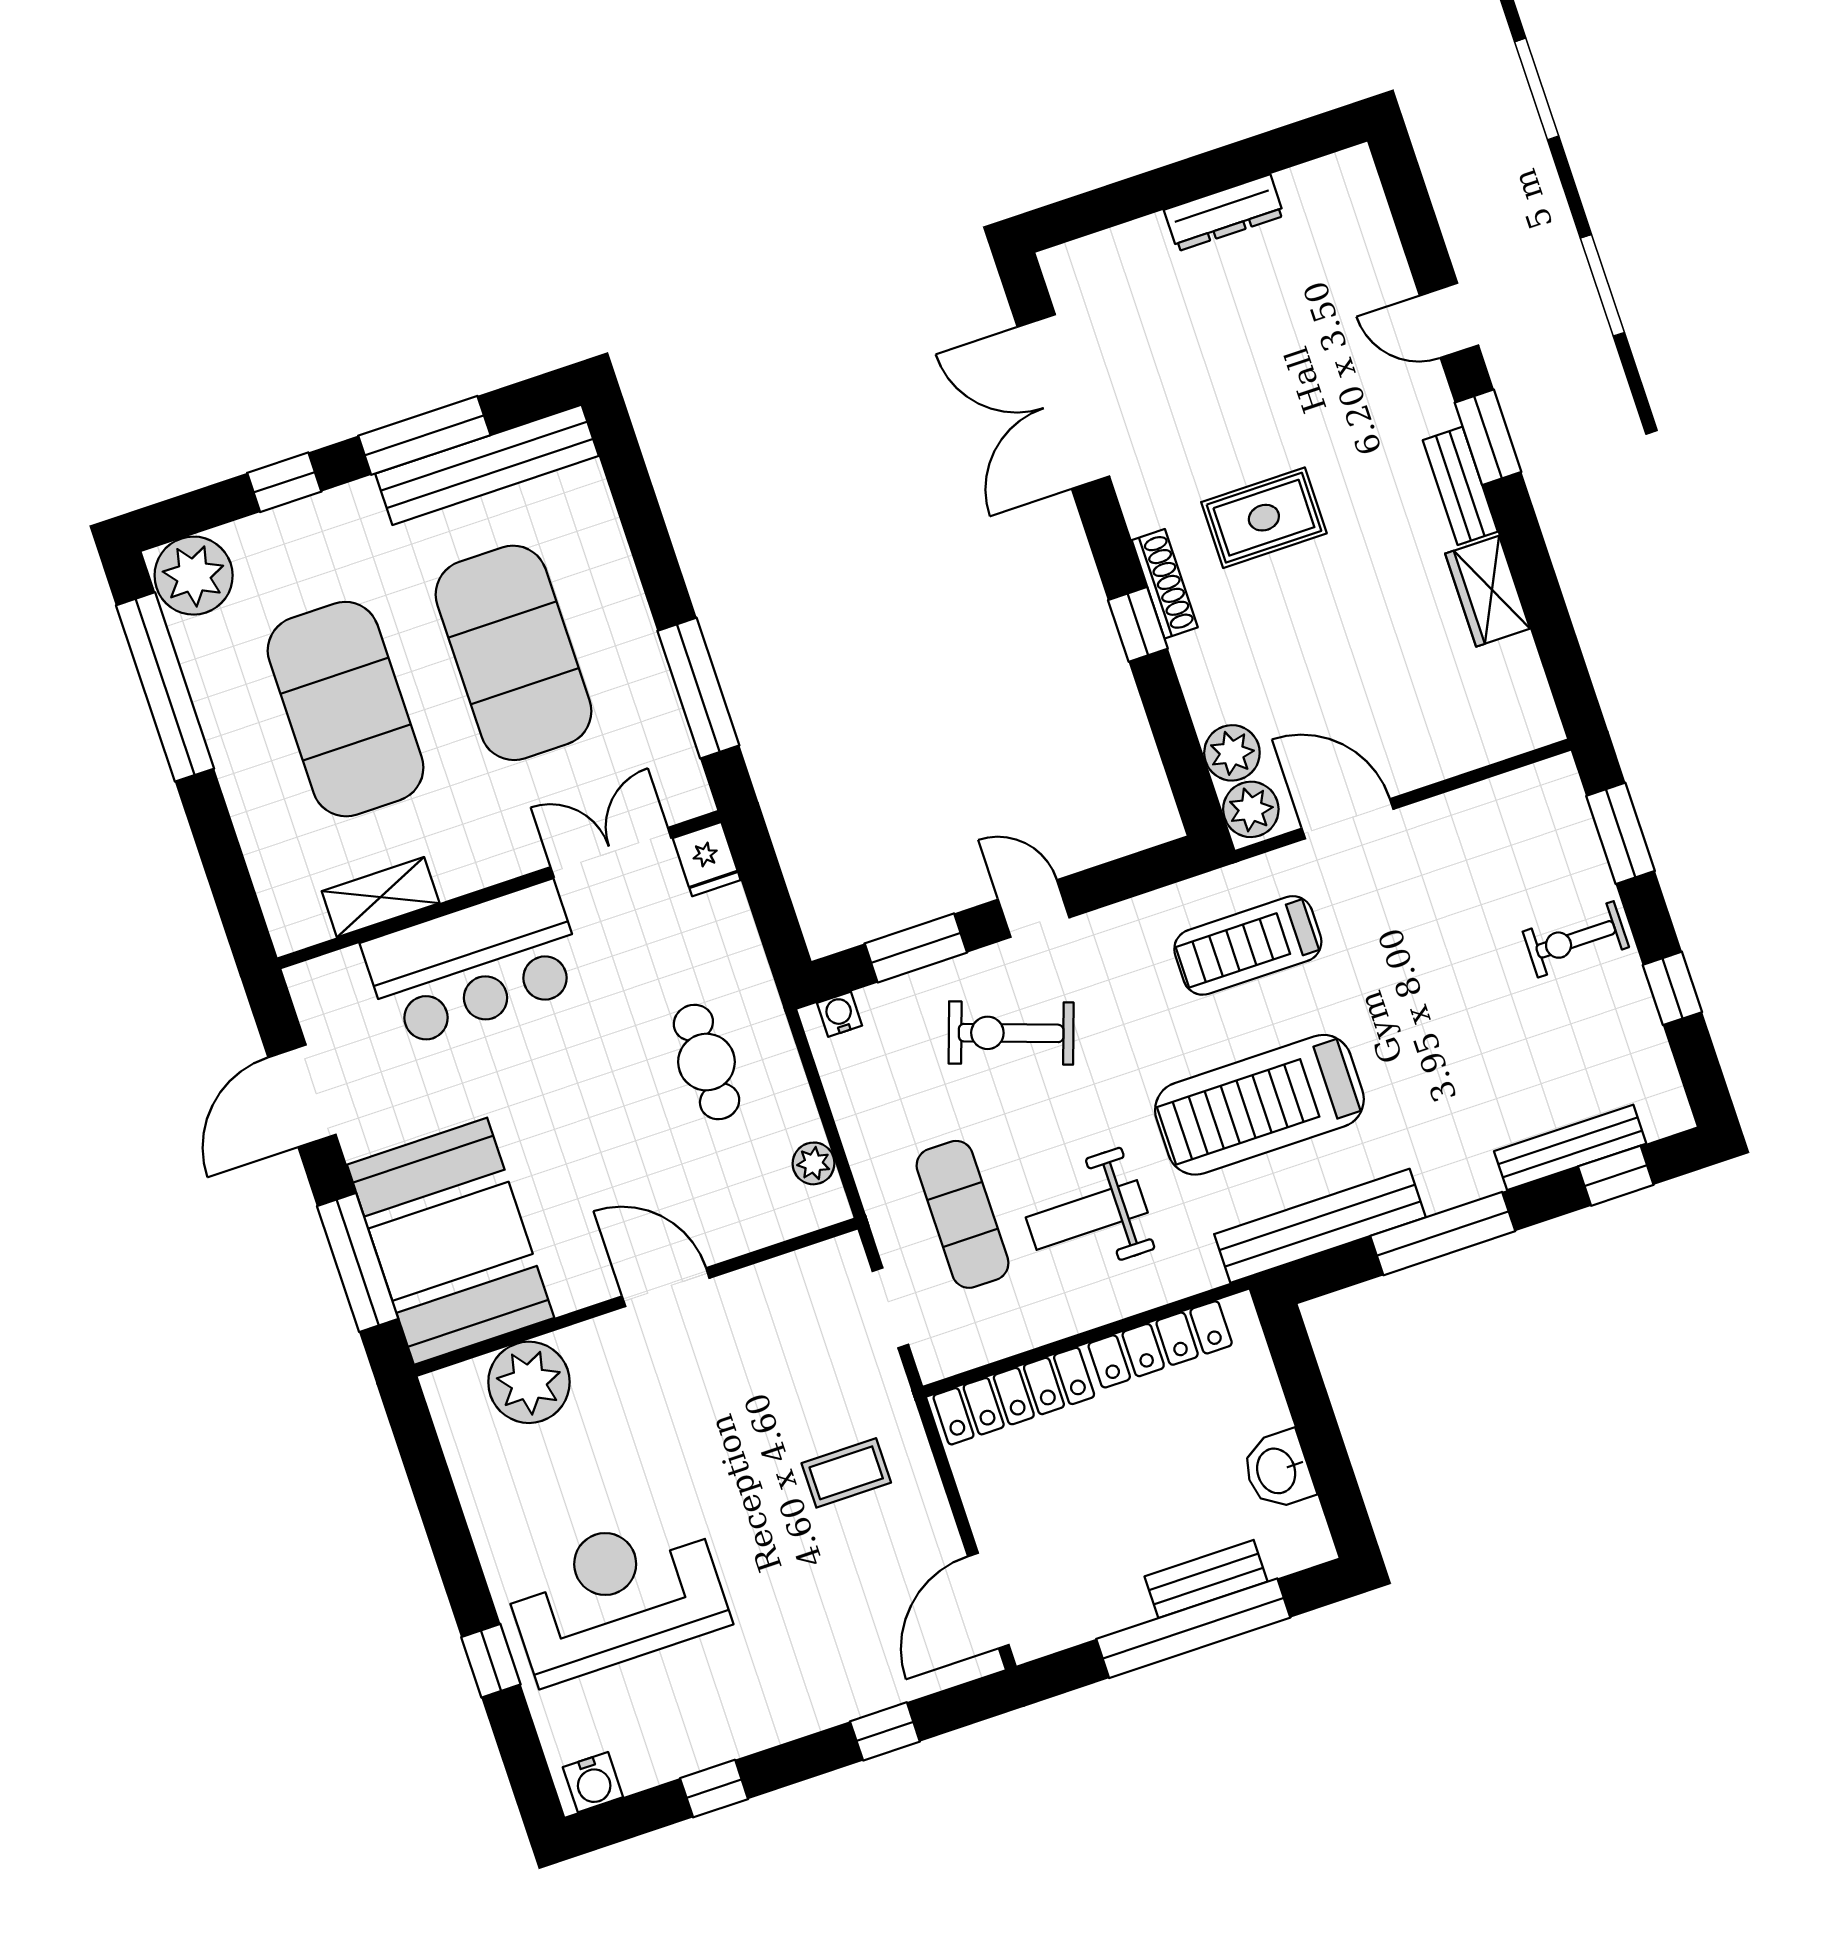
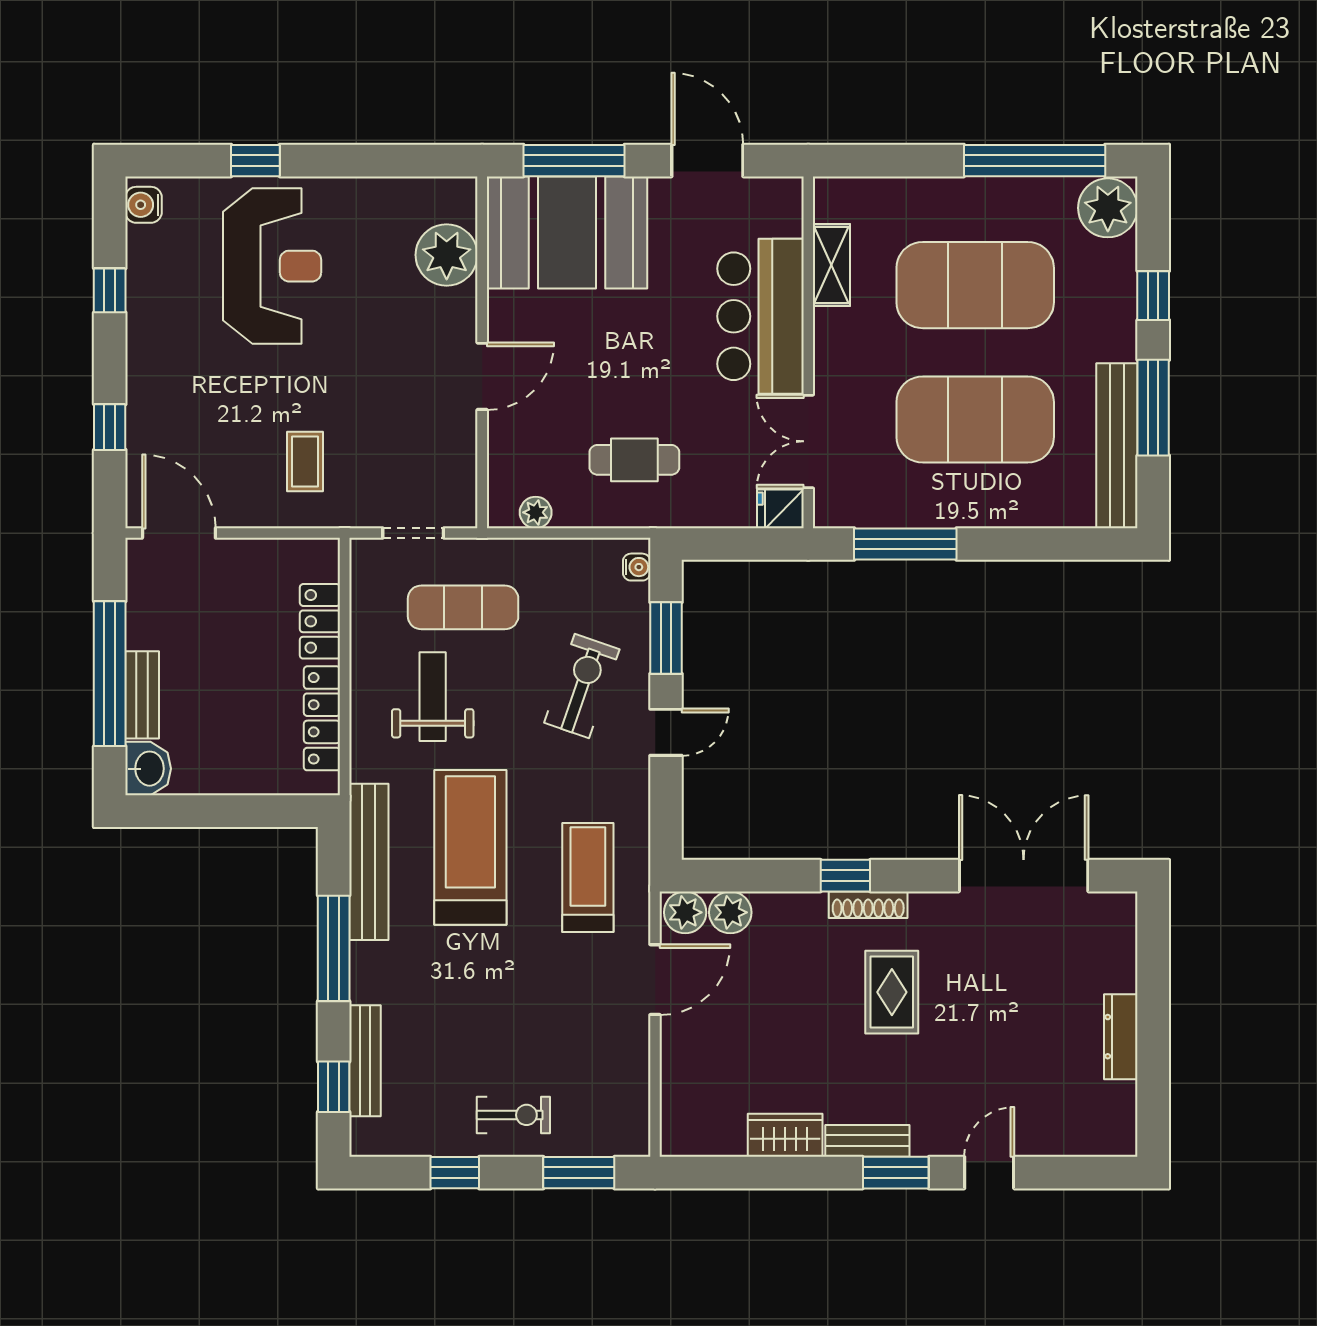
double door: (611, 852) -> (808, 441), swing flipped
exercise bike: (1576, 939) -> (513, 1115), turned 90
locker: (1014, 1396) -> (320, 621), width x0.66
washbasin: (1278, 1470) -> (148, 769), moved, turned 90

